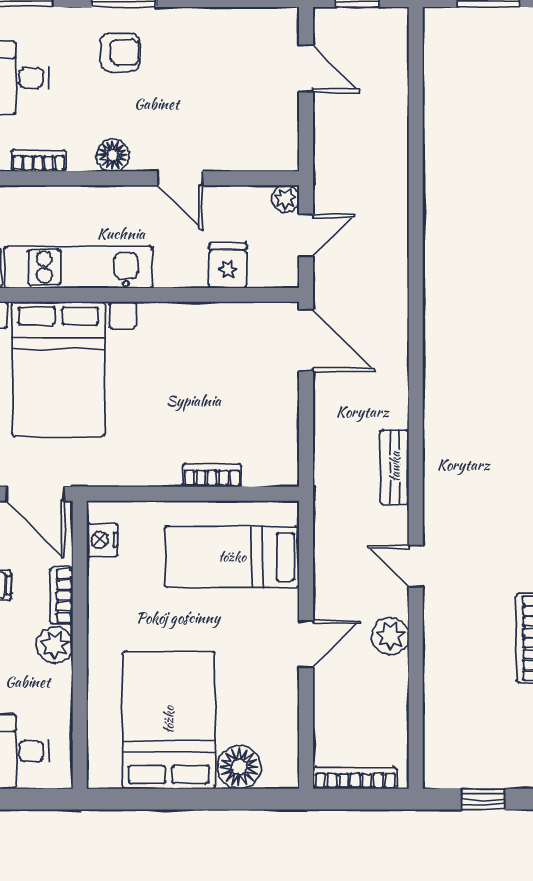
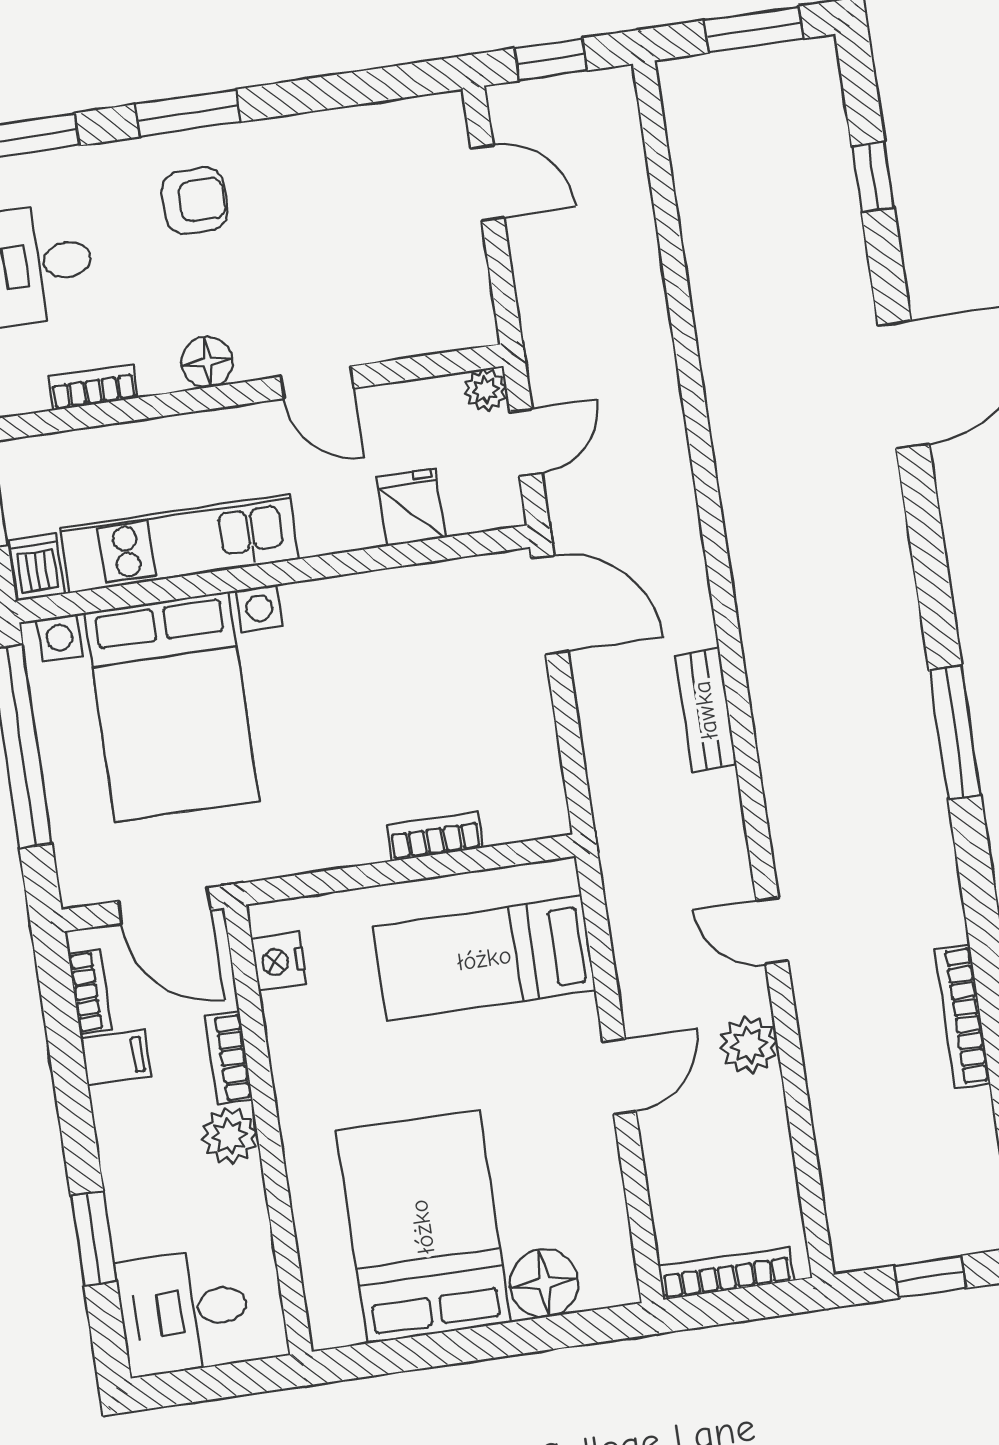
bench: (395, 467) -> (706, 710), moved

